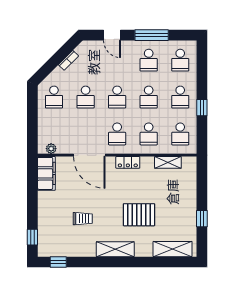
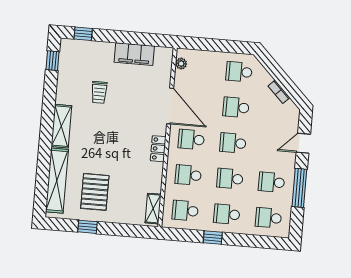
door: (89, 155) -> (170, 106), swing flipped
shelving: (168, 162) -> (153, 209), moved
filing cabinet: (46, 173) -> (134, 54), moved
pallet: (139, 215) -> (95, 192), moved
shelving: (173, 249) -> (57, 181), width x1.47

